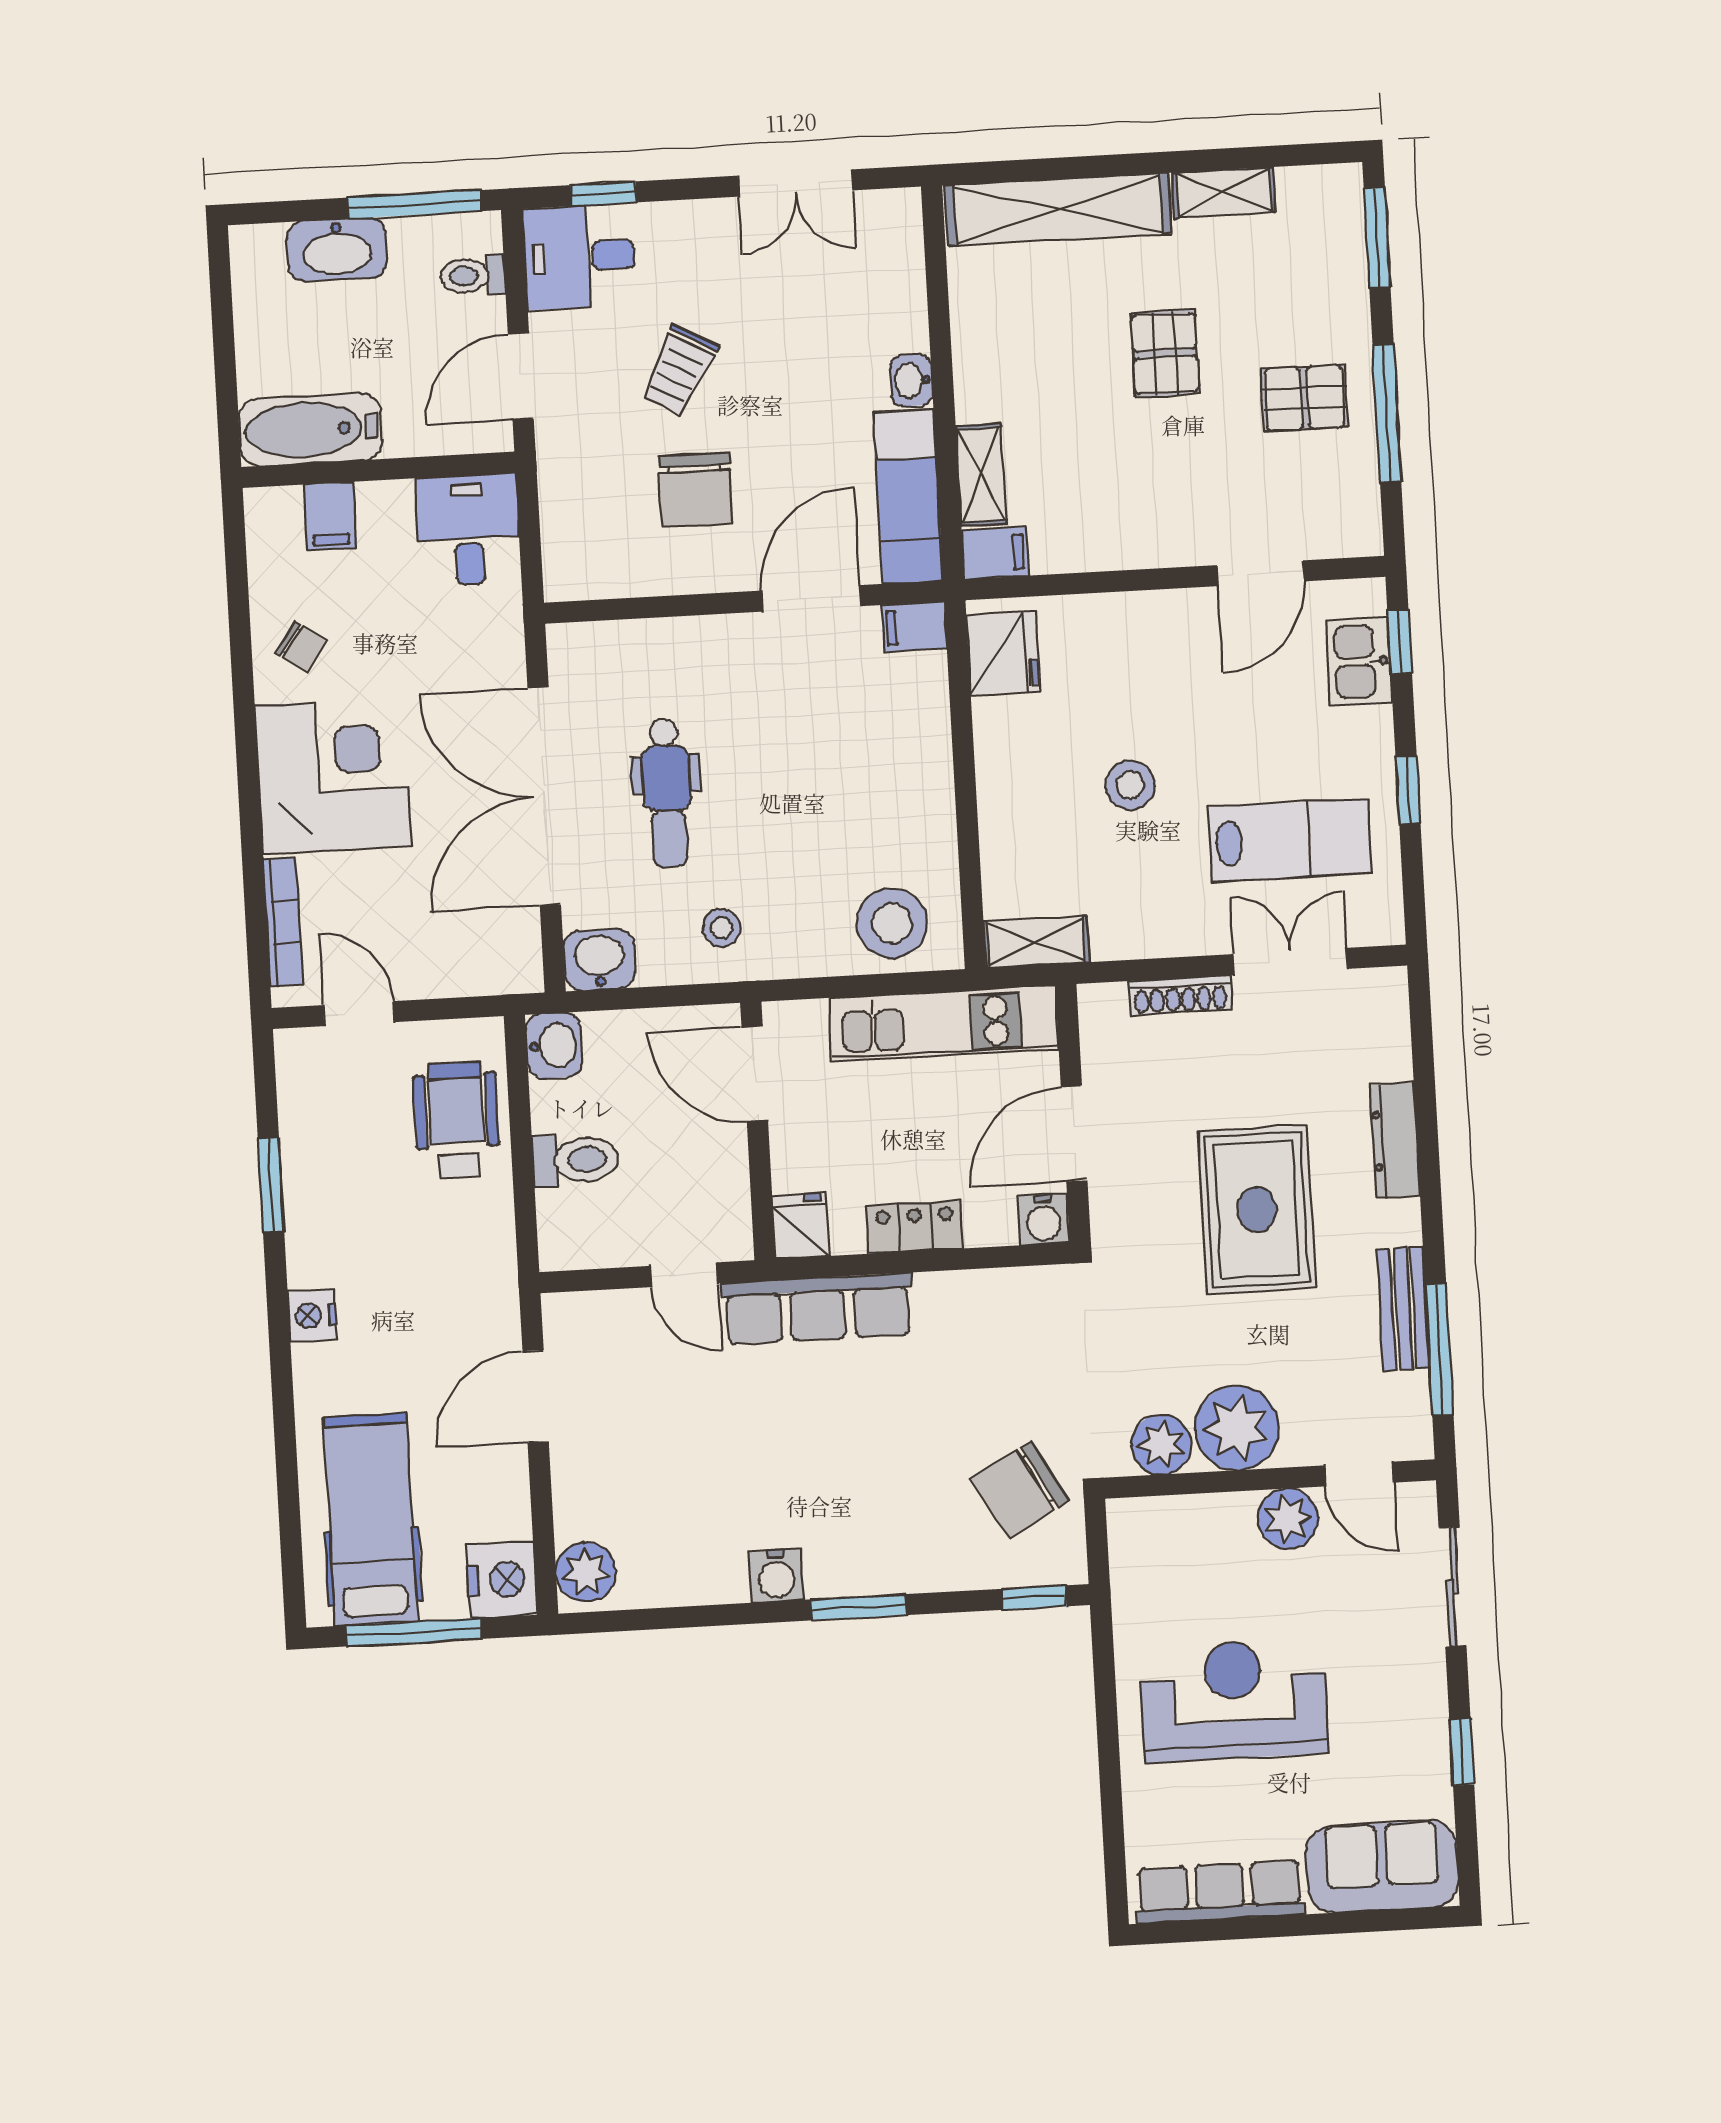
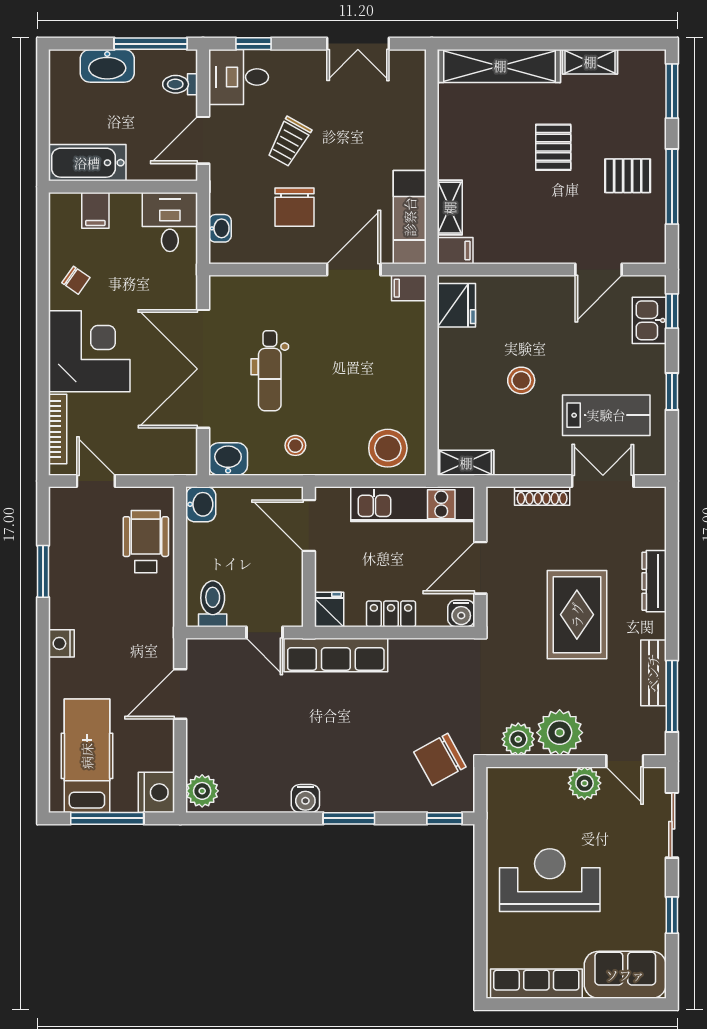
washbasin: (911, 380) -> (220, 228), moved, turned 180
toilet: (575, 1160) -> (213, 604), moved, turned -90

